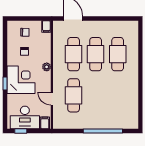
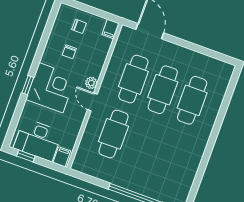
door: (52, 99) -> (92, 102), moved

